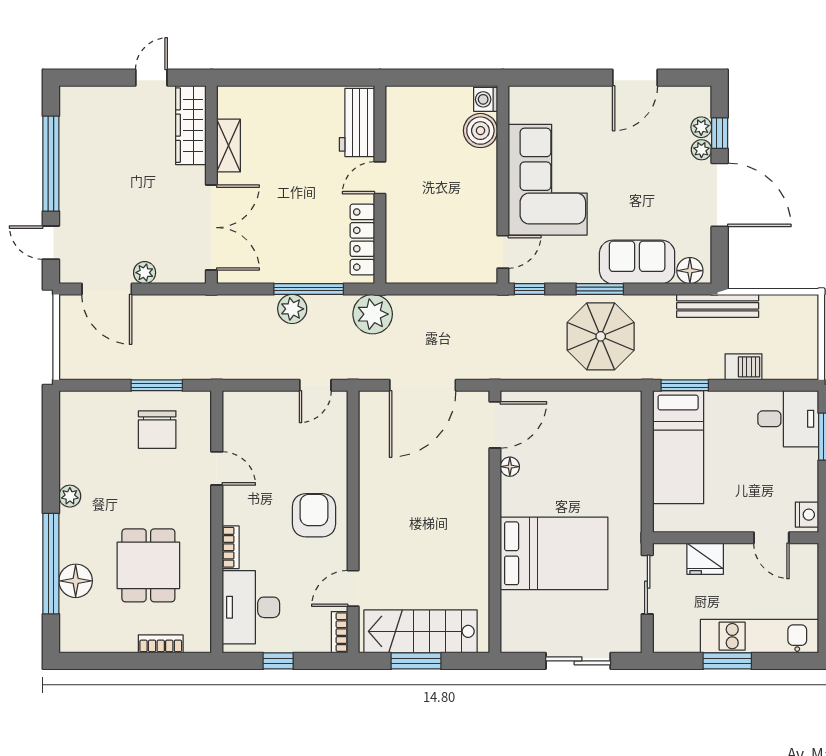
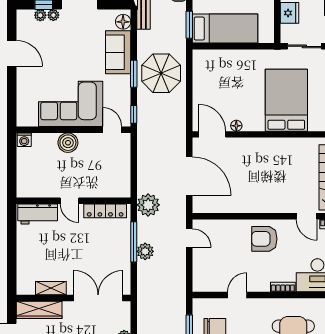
boiler: (480, 131) -> (68, 143), moved

